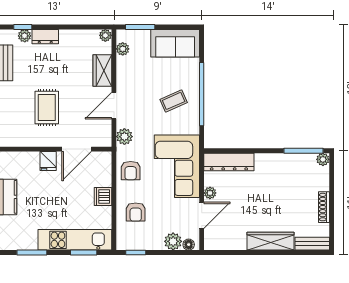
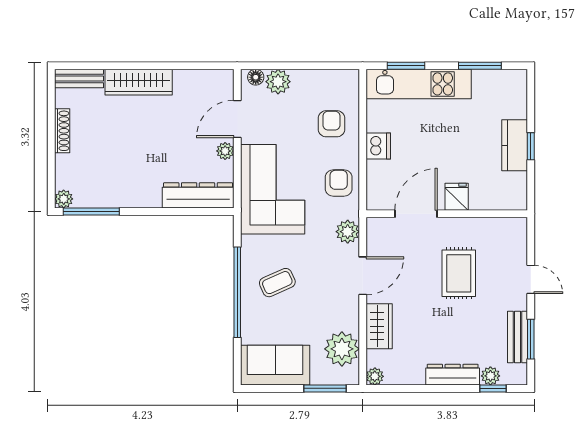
dresser: (45, 37) -> (453, 375), width x1.44
plant: (123, 49) -> (342, 349), width x1.87, depth x1.87
window: (136, 253) -> (331, 66), removed

